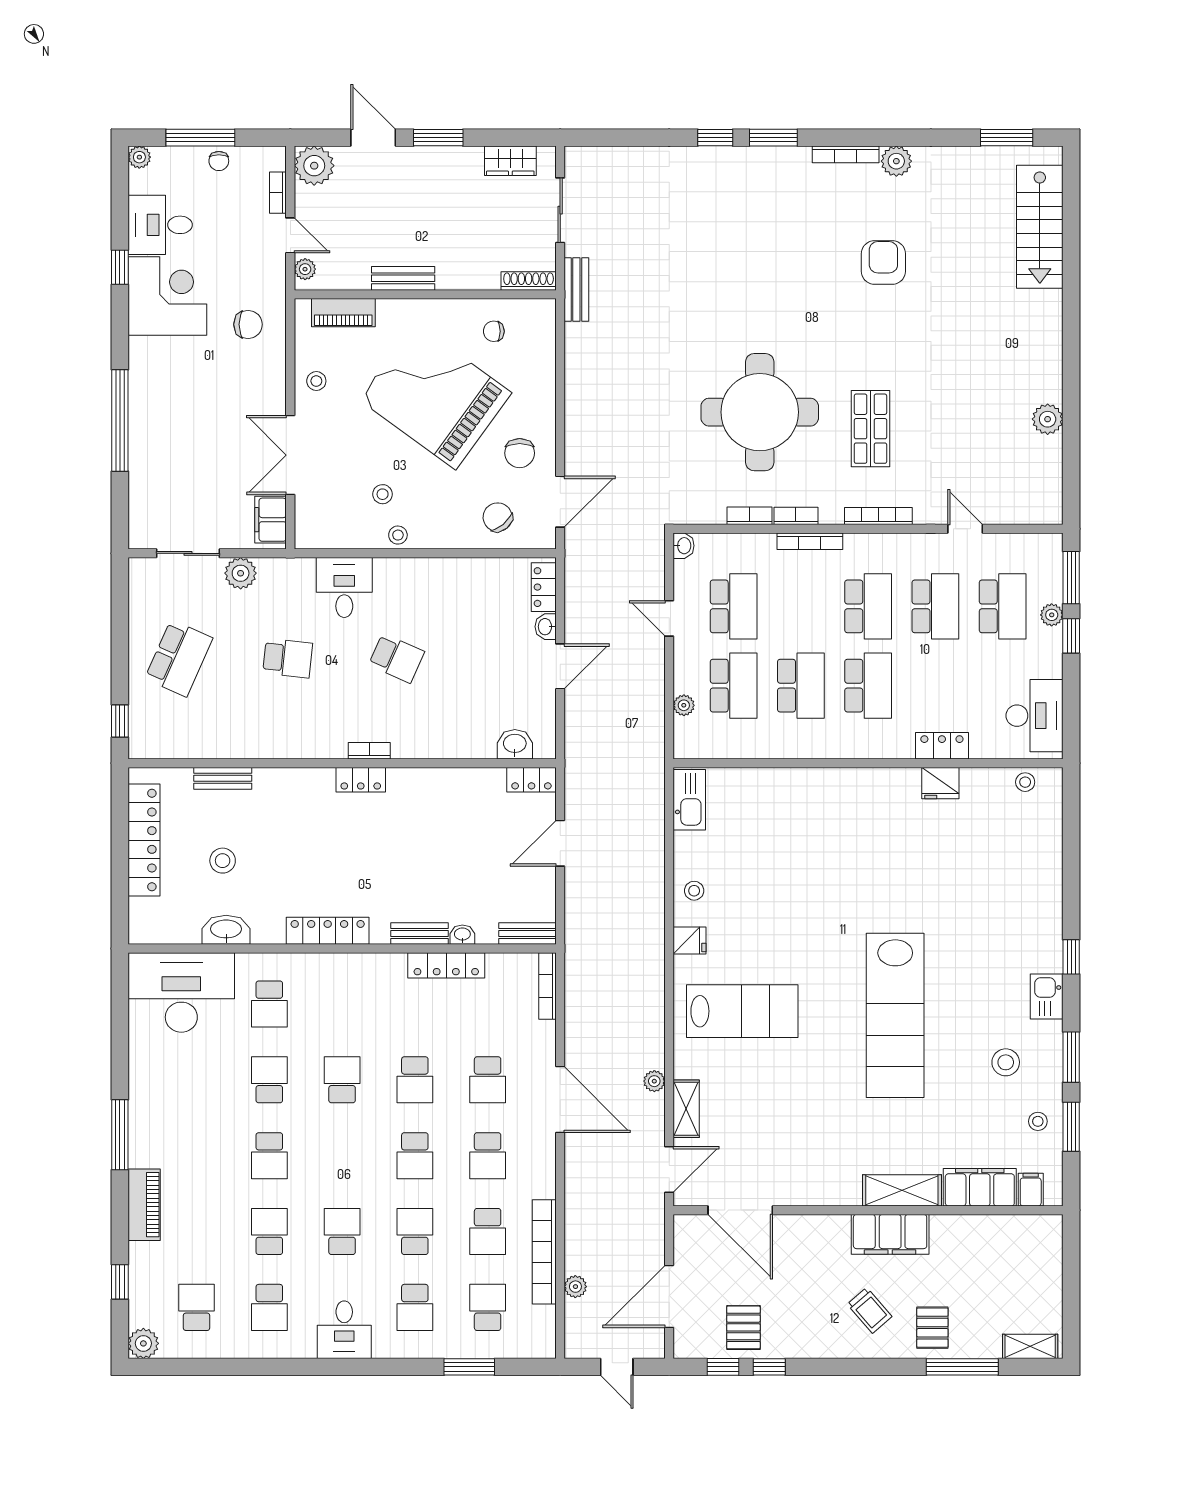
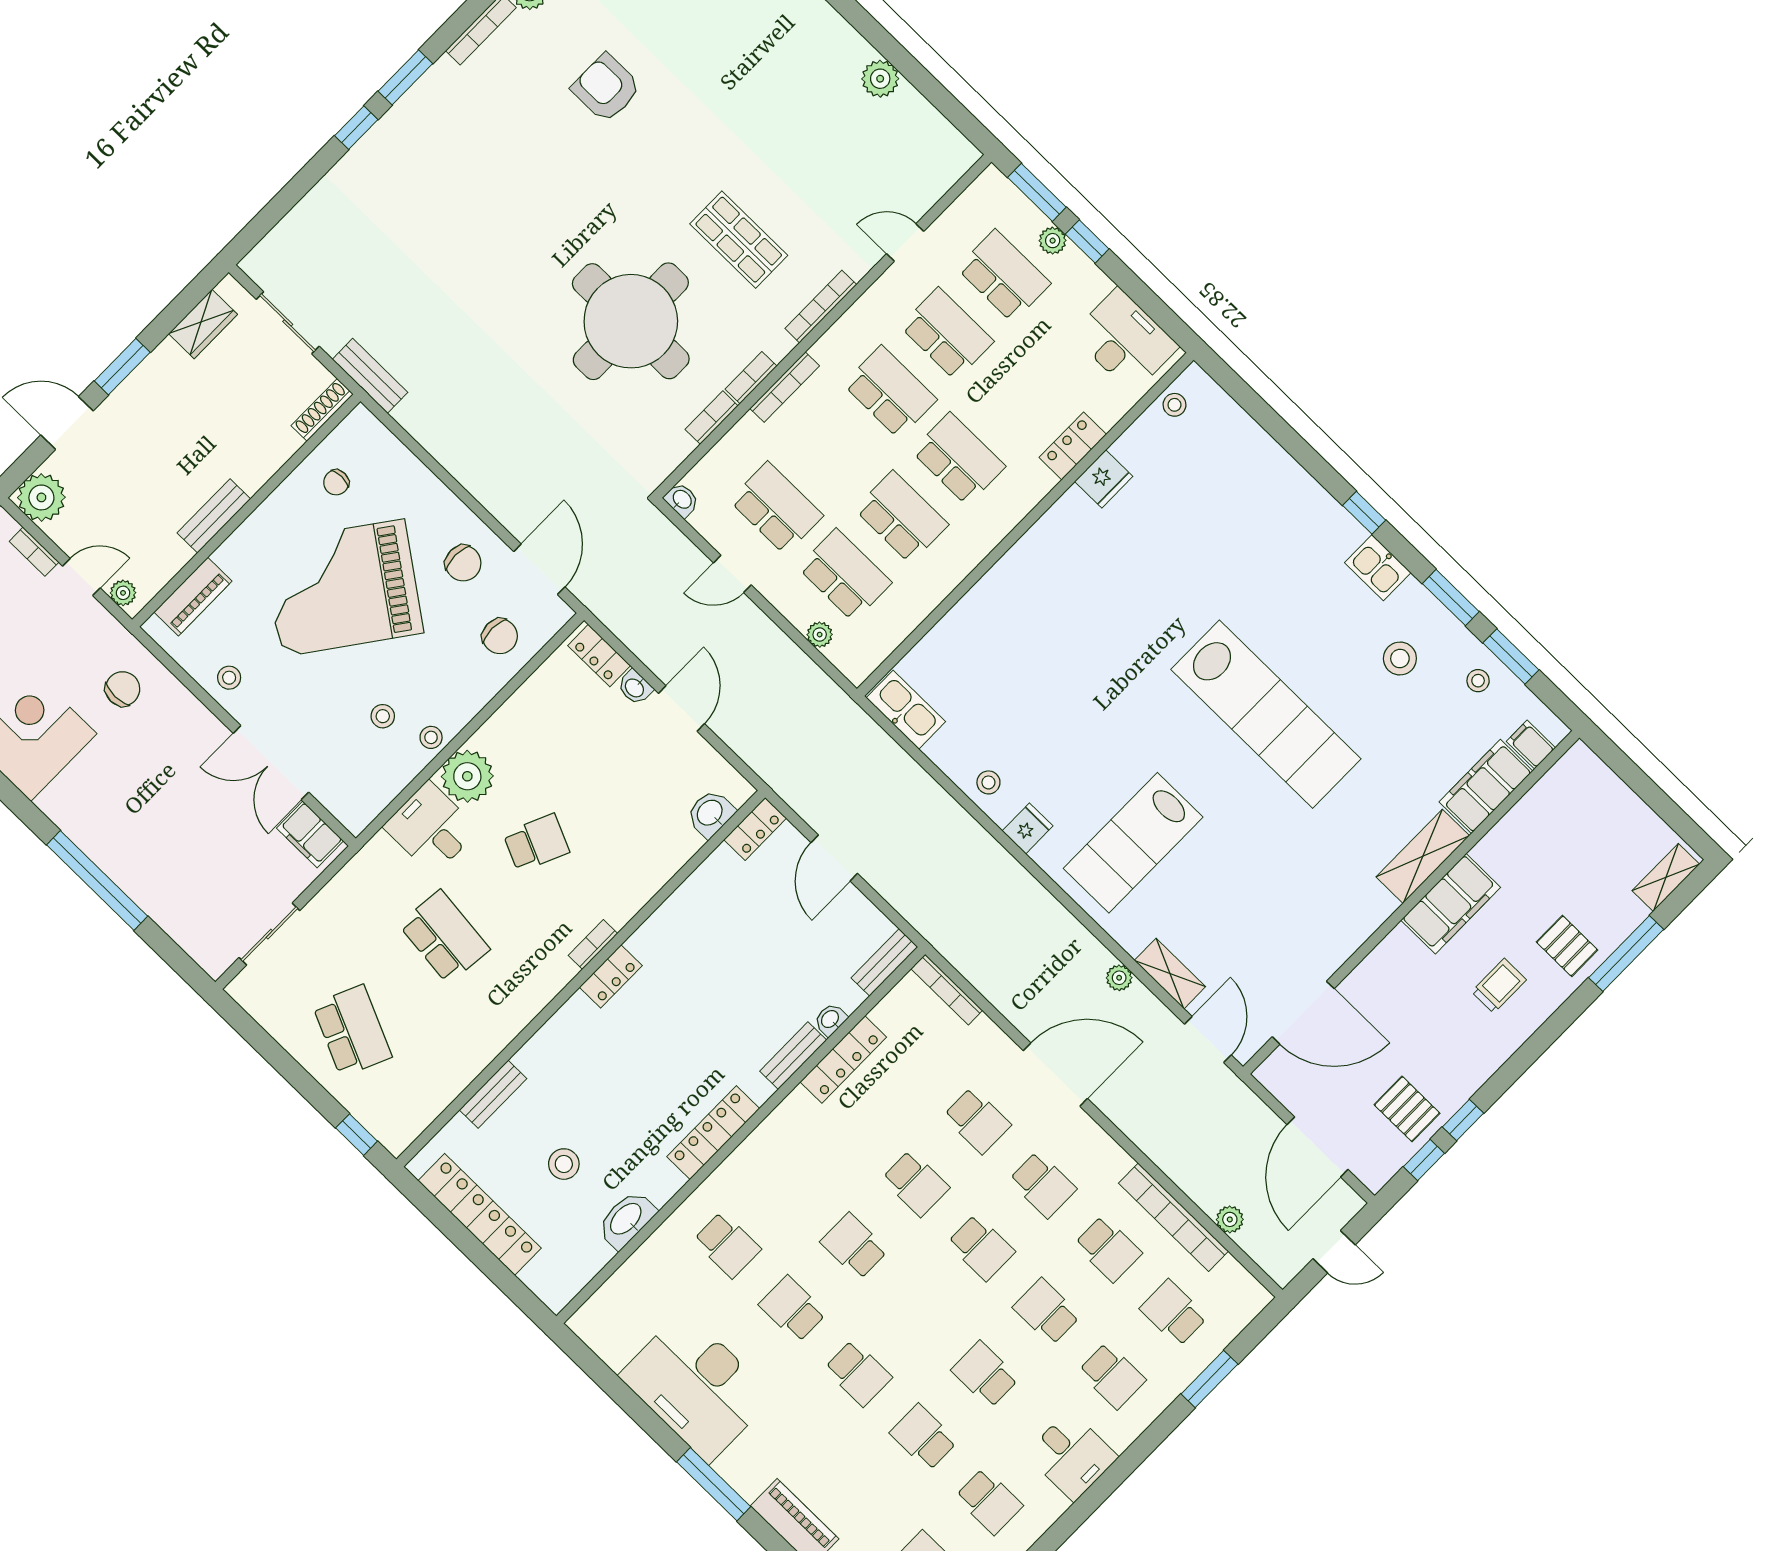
chair: (498, 517) -> (500, 636), turned -140
plant: (241, 573) -> (467, 776), moved, width x1.36, depth x1.36
school desk: (288, 658) -> (444, 937), width x1.85
desk: (181, 992) -> (696, 1386), moved, turned -90
lab bench: (742, 1011) -> (1133, 843), turned 180
trolley: (870, 1310) -> (1499, 986), turned -49

